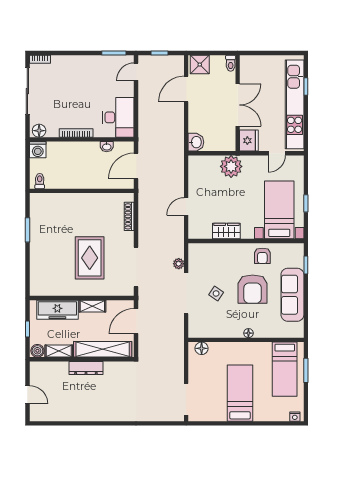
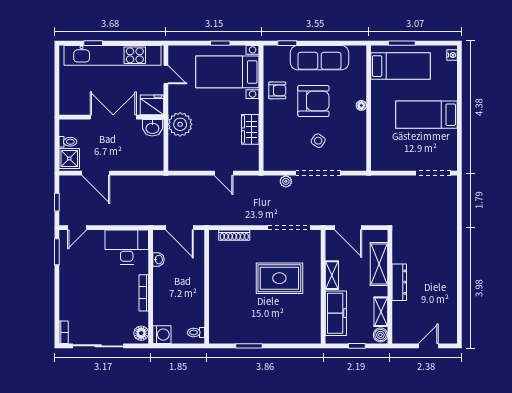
toilet: (231, 63) -> (68, 142), moved
door: (136, 72) -> (77, 228), hinge flipped
washbasin: (196, 142) -> (152, 128), moved, turned 180
floor lamp: (202, 348) -> (378, 156), removed
shelving: (103, 349) -> (379, 264), width x0.68

